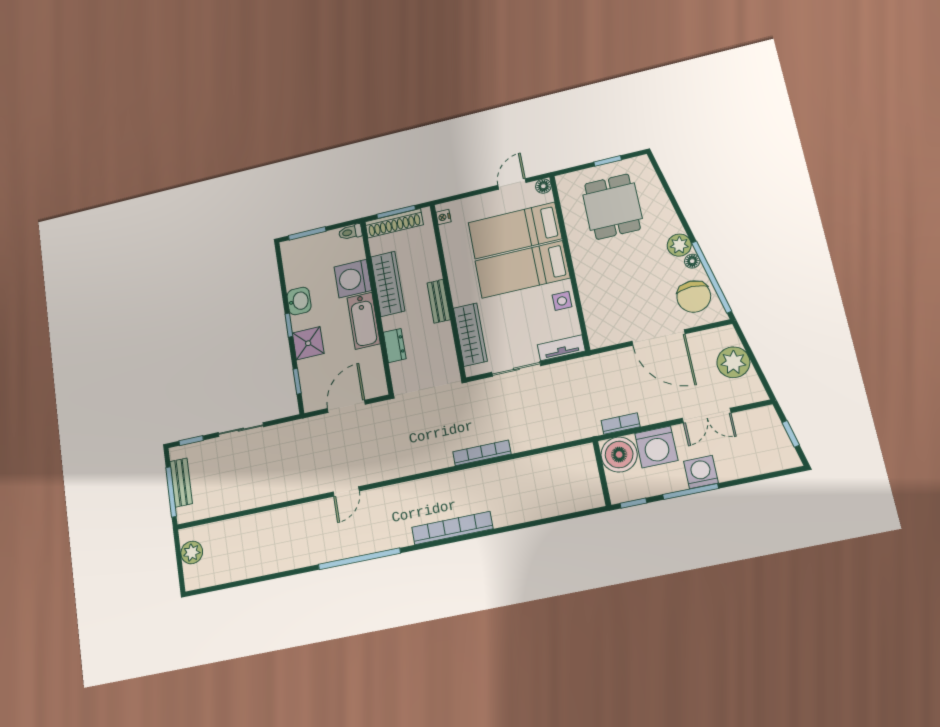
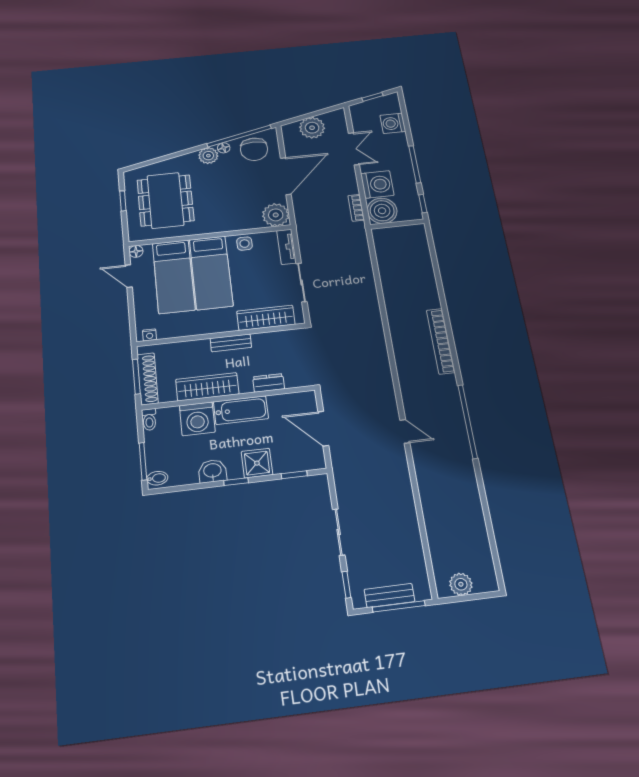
dining table: (612, 207) -> (165, 200), width x1.38
bidet: (291, 250) -> (157, 478), added
chair: (694, 297) -> (254, 149), turned 90
plant: (603, 331) -> (276, 215), added
bookcase: (482, 453) -> (375, 314), removed
washing machine: (701, 472) -> (393, 123), moved

